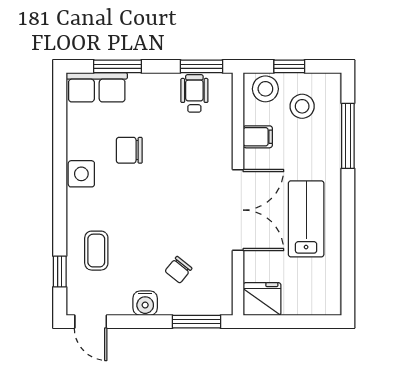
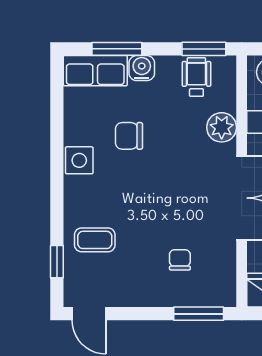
plant: (219, 142) -> (222, 127), added
coffee table: (96, 251) -> (95, 240), turned 90
chair: (178, 270) -> (180, 260), turned 141
water cooler: (145, 303) -> (142, 68), moved, turned 180

